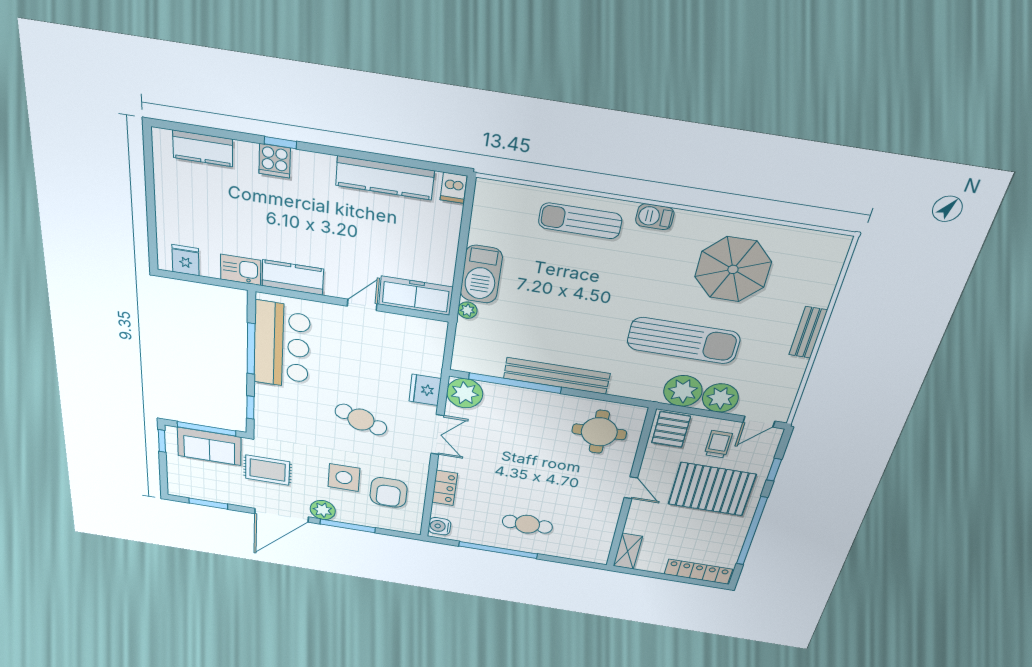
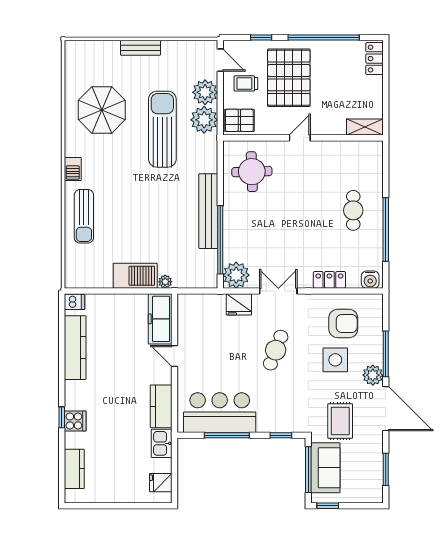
locker: (698, 572) -> (374, 59), width x0.66

